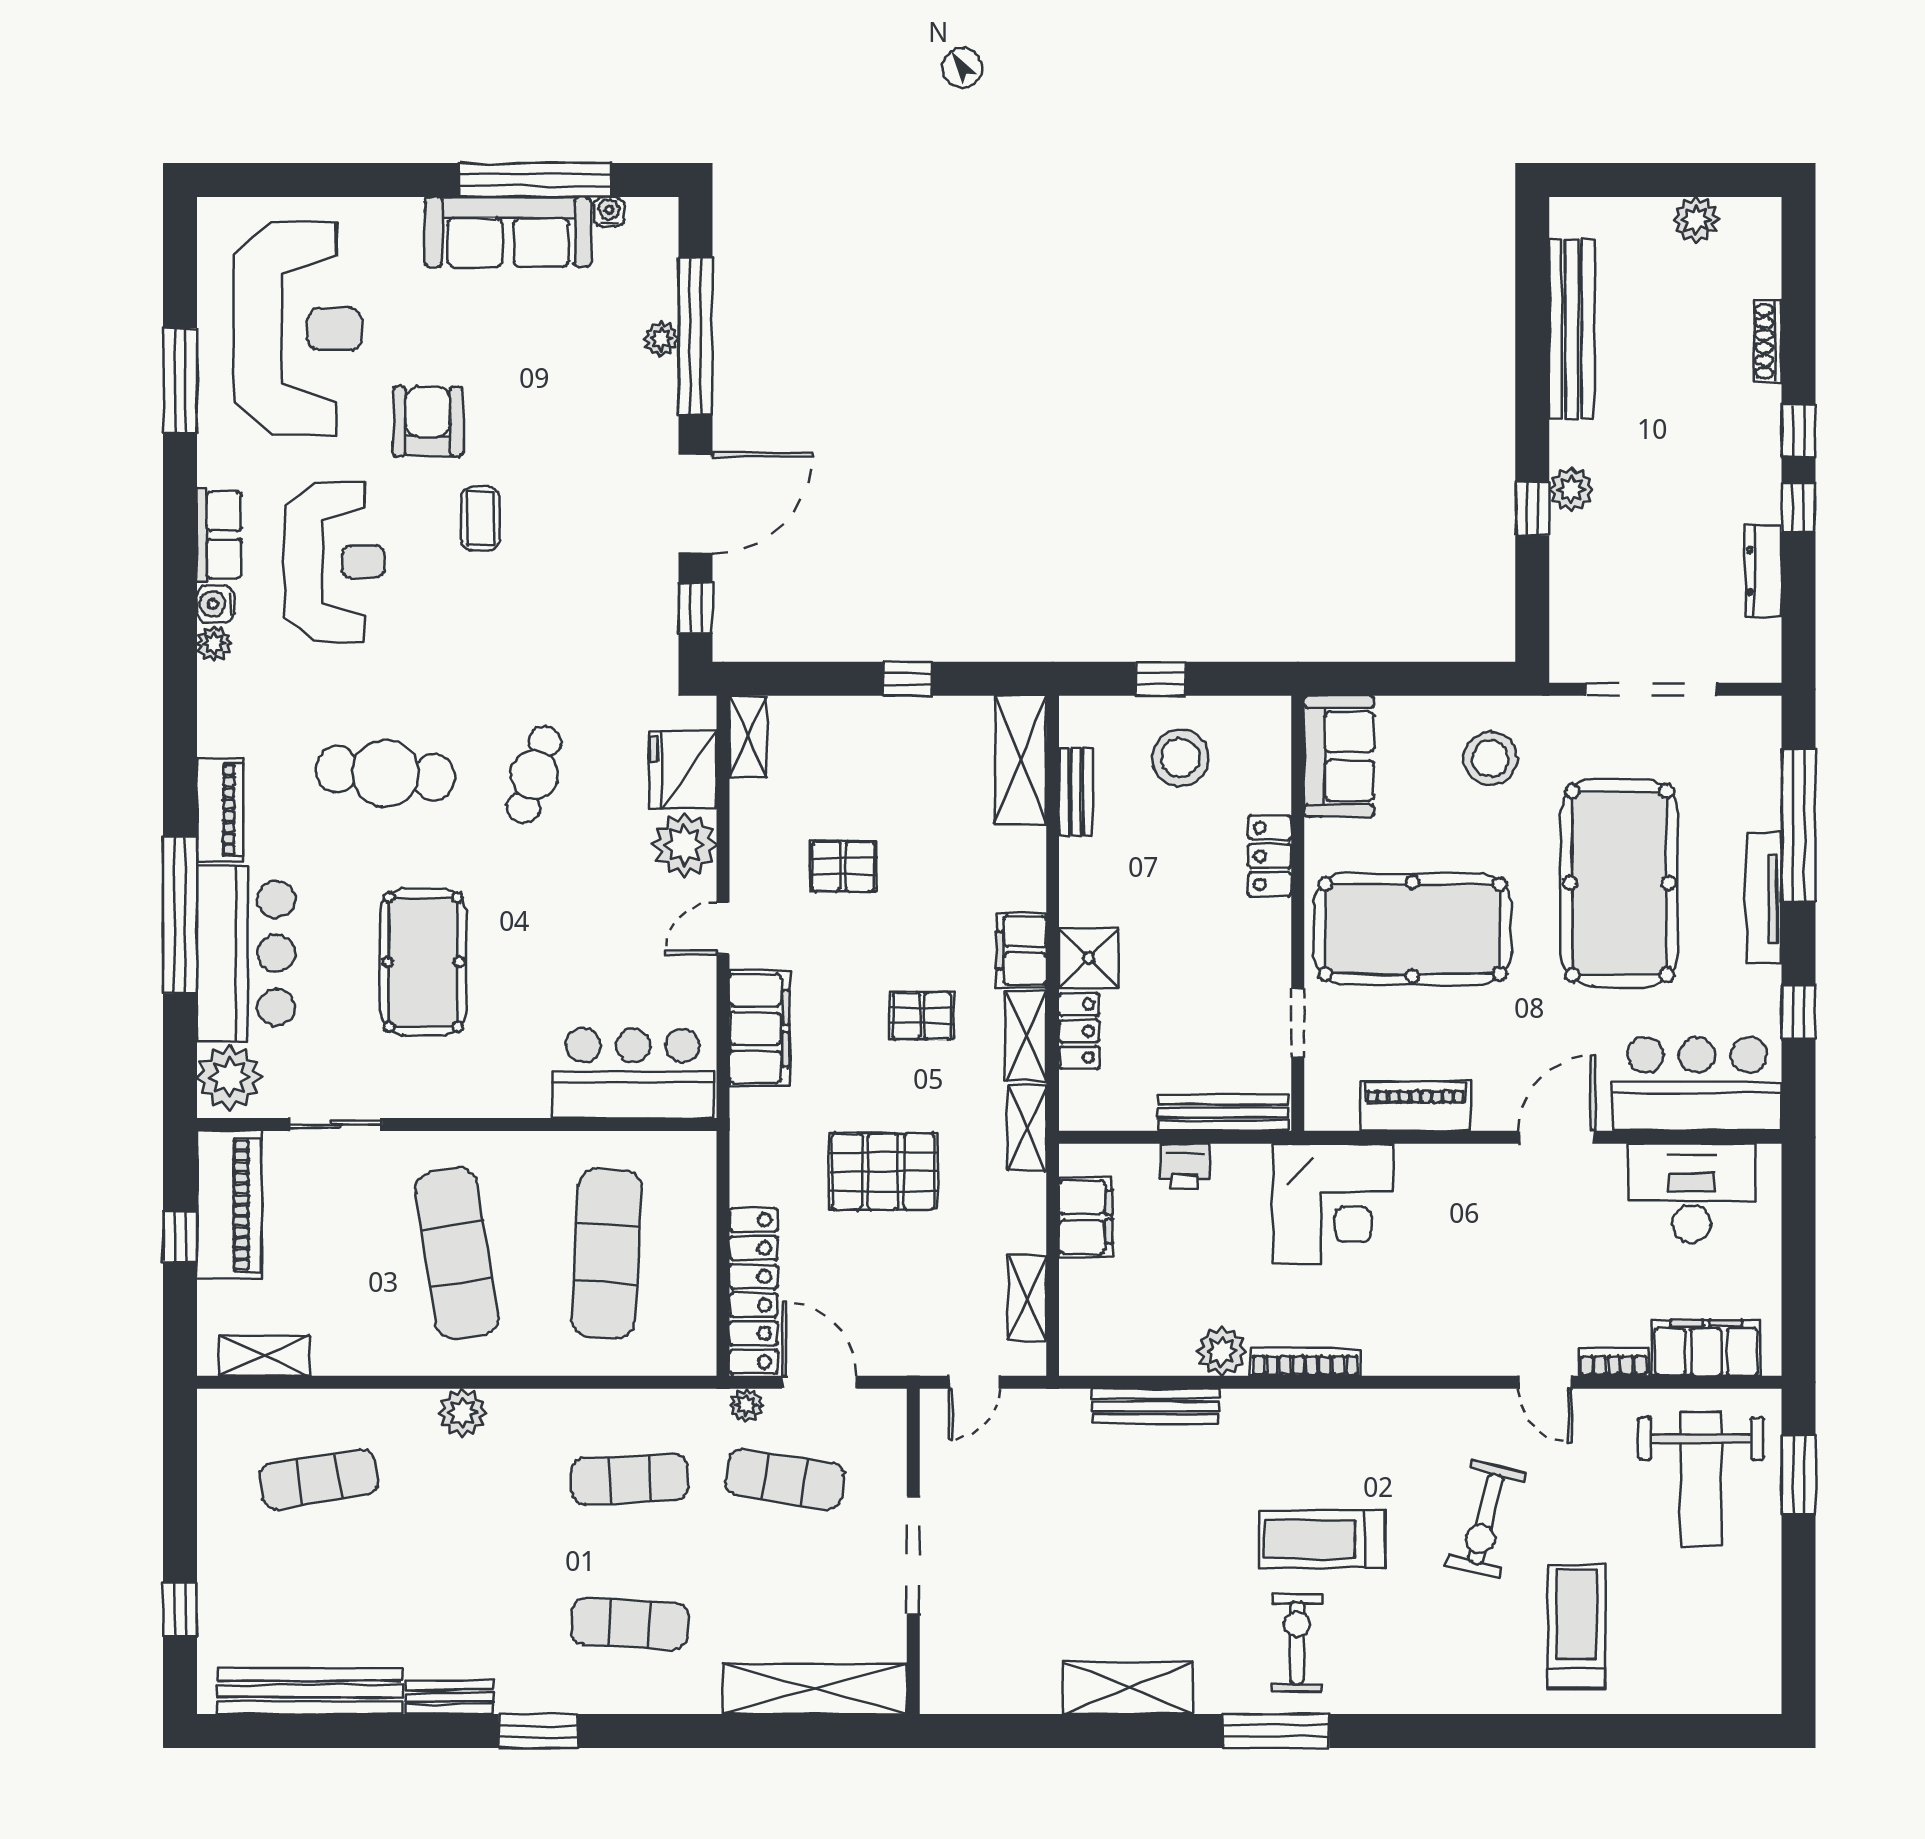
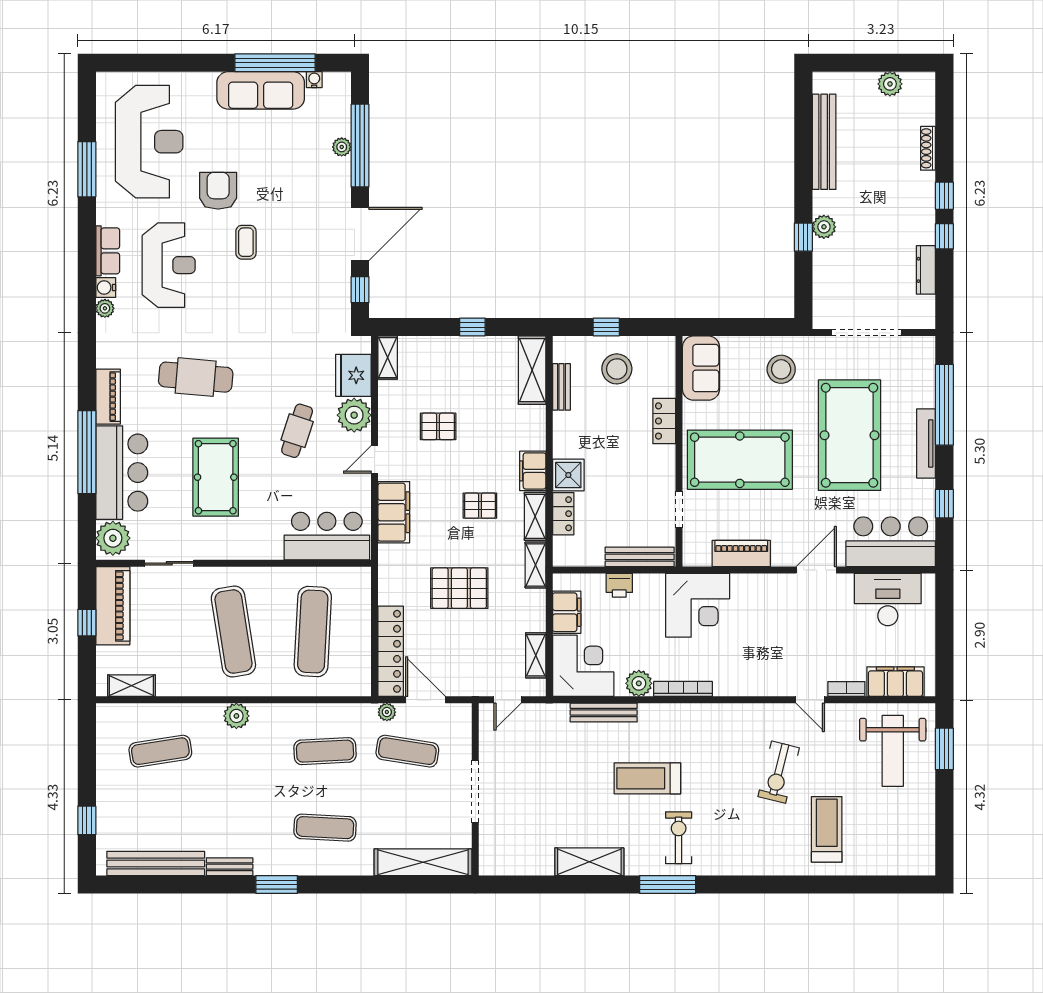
cafe table: (534, 775) -> (297, 431), moved
corner desk: (1117, 1318) -> (583, 666), added
treadmill: (1322, 1539) -> (647, 778), moved

